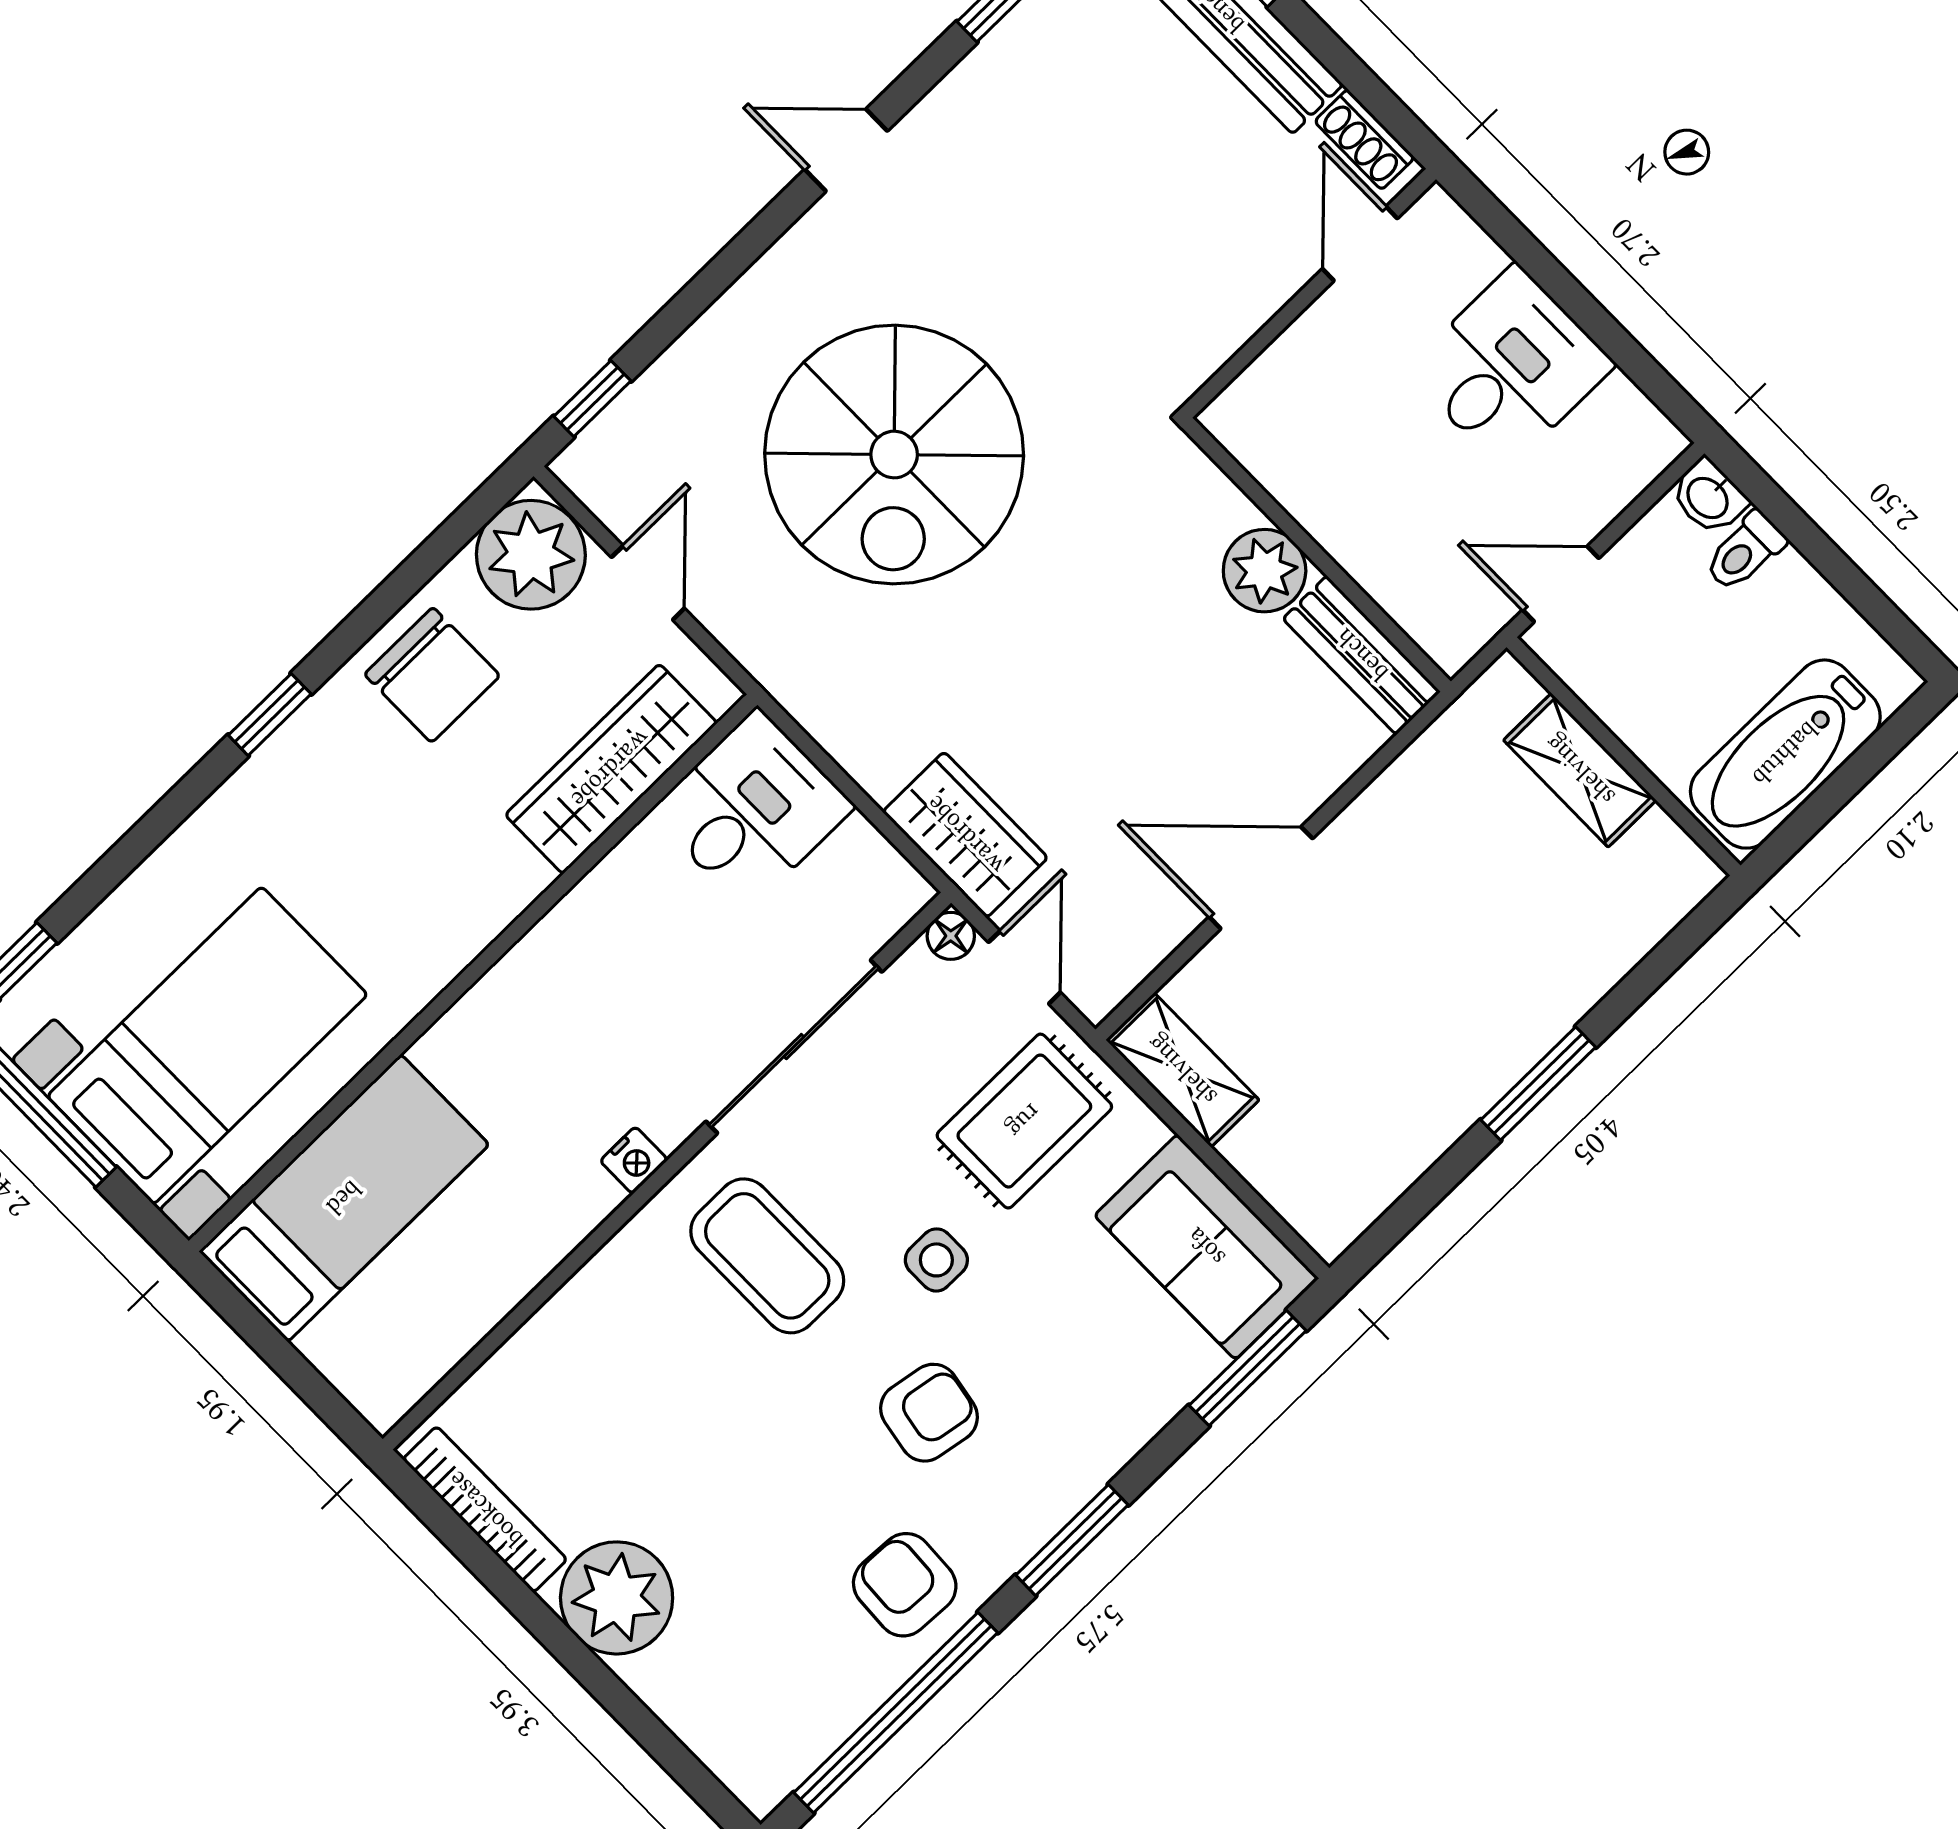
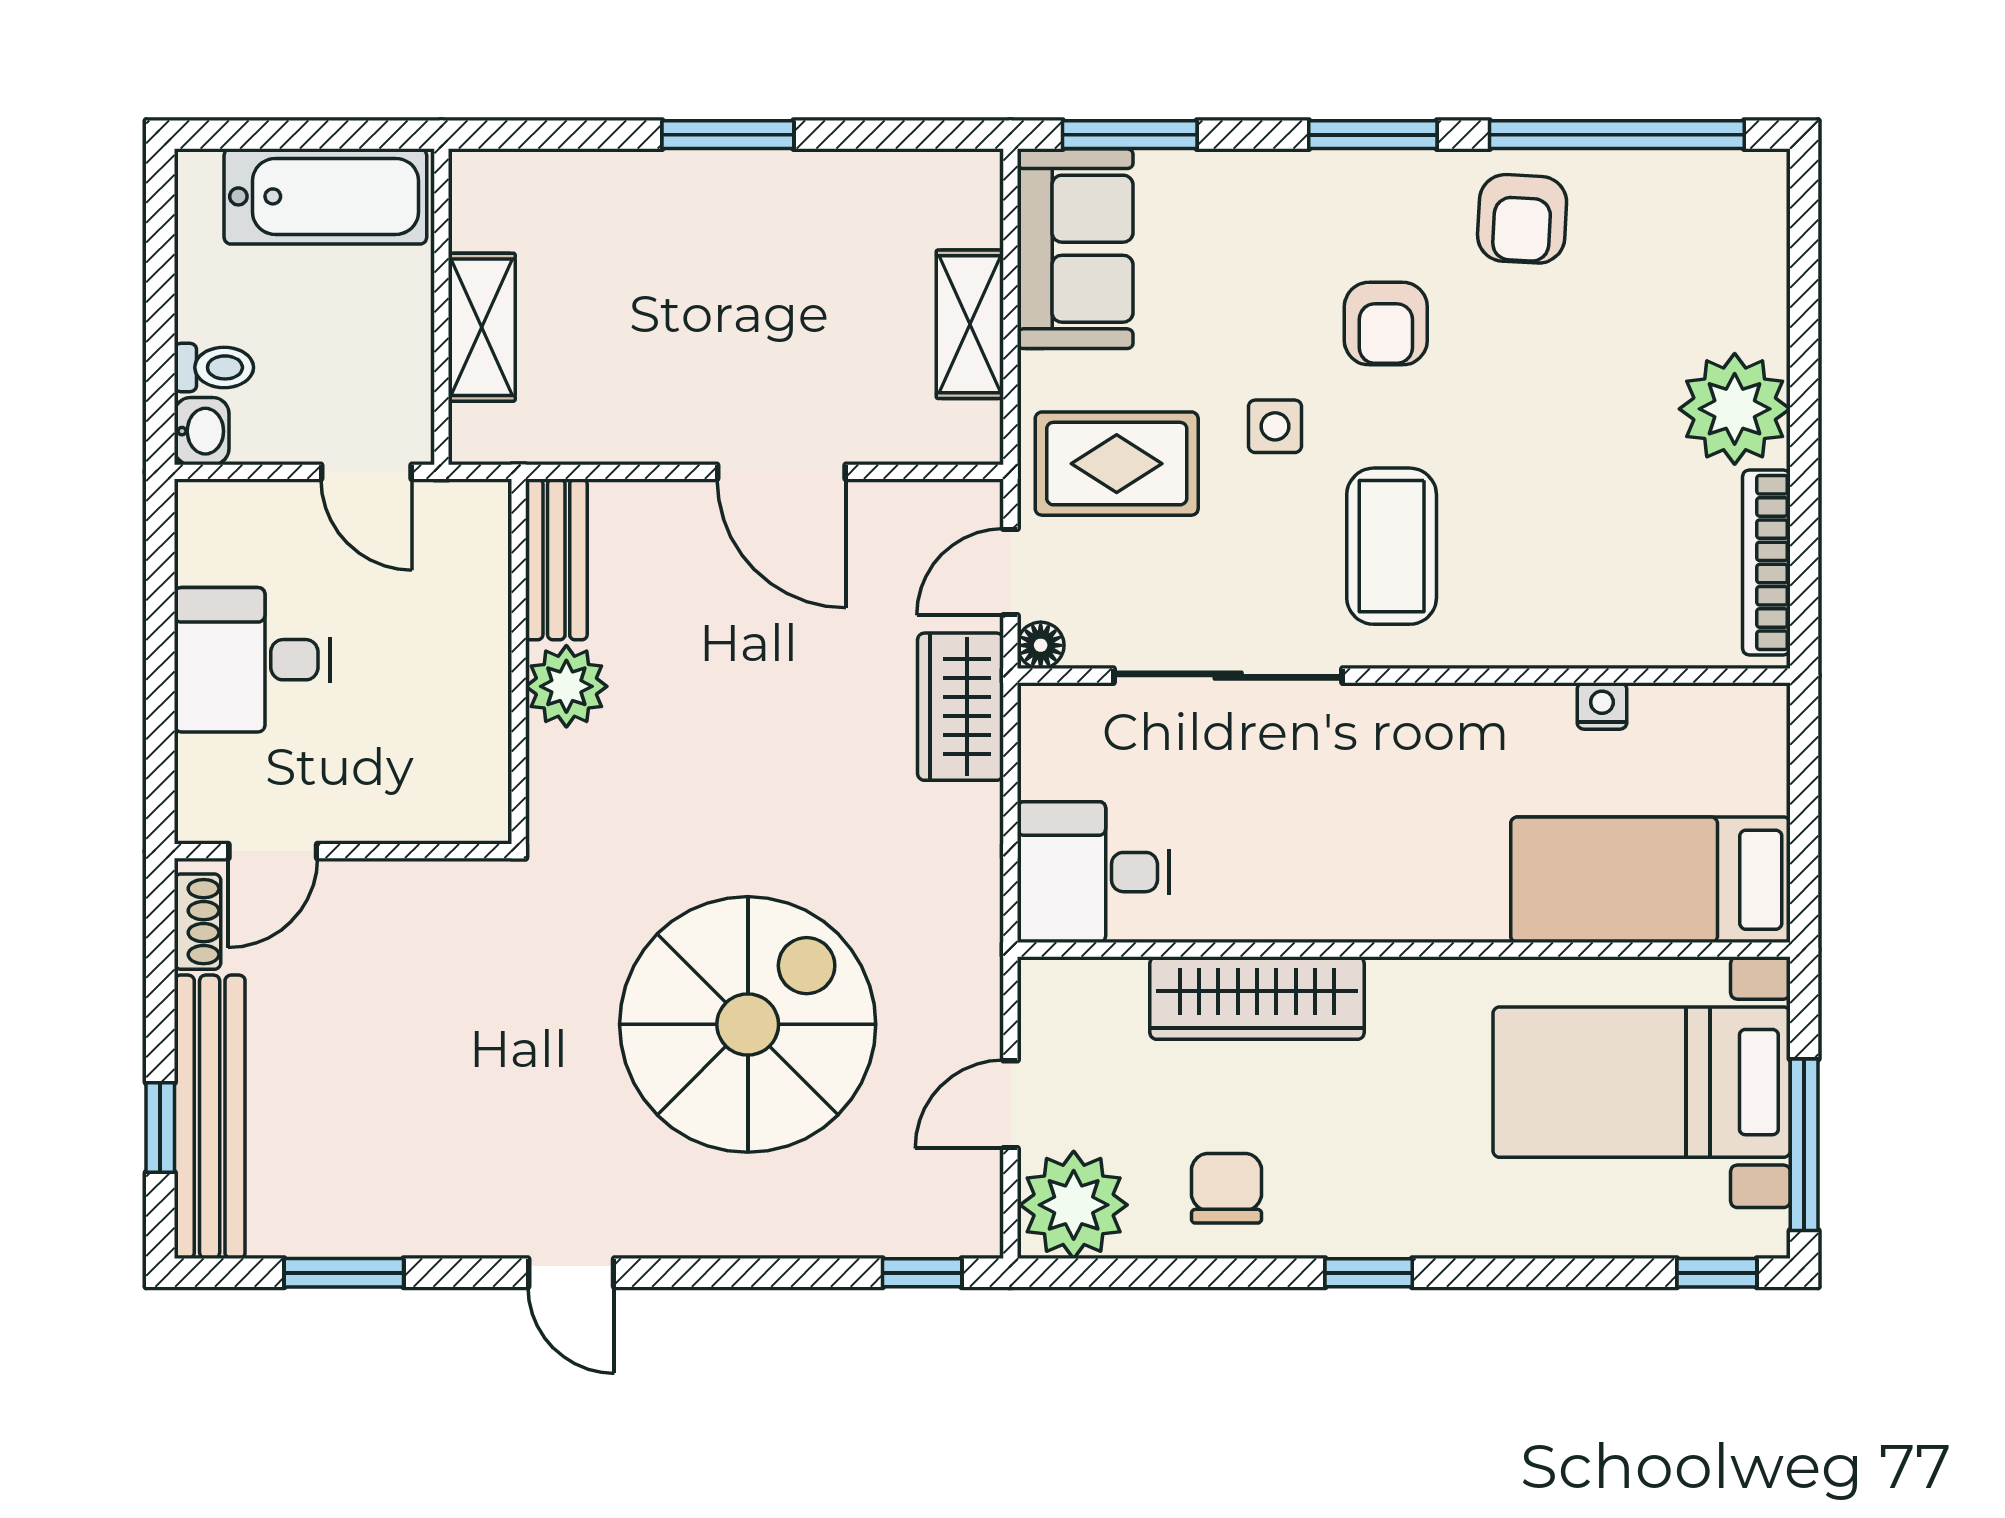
chair: (432, 675) -> (1226, 1188), width x0.73, depth x0.73
wardrobe: (611, 769) -> (1257, 998), moved
shelving: (1182, 1070) -> (970, 324), moved
nightstand: (634, 1160) -> (1602, 706), moved
armchair: (929, 1413) -> (1386, 324), turned -100

